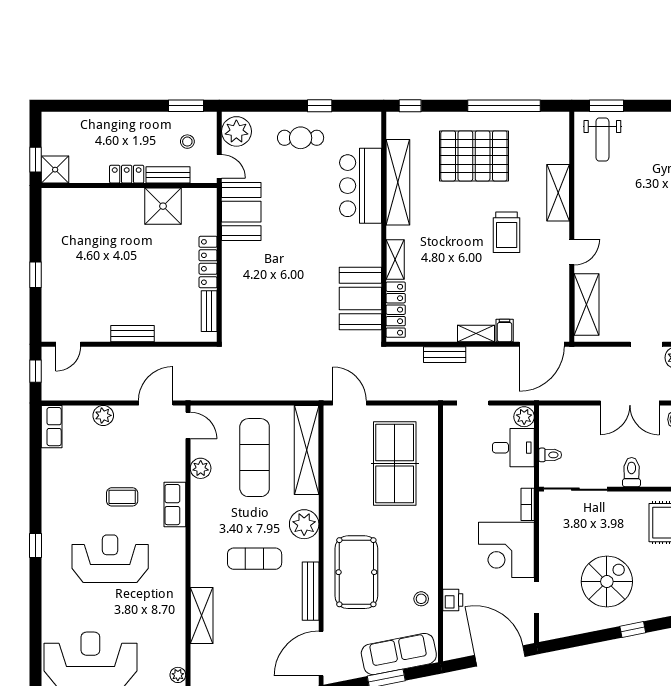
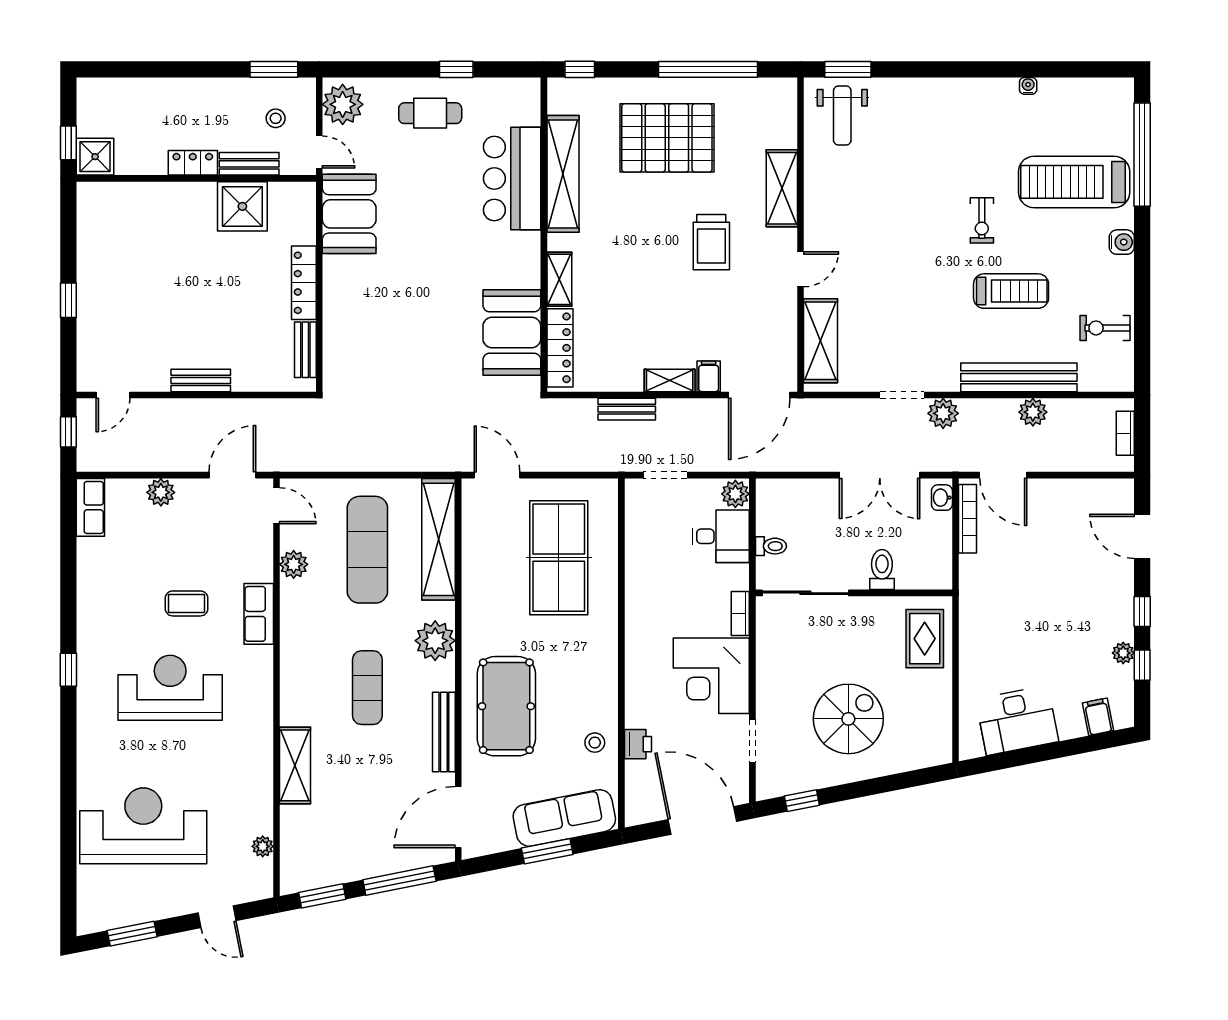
exercise mat: (255, 559) -> (367, 688), turned 90
window: (633, 630) -> (802, 801), moved

